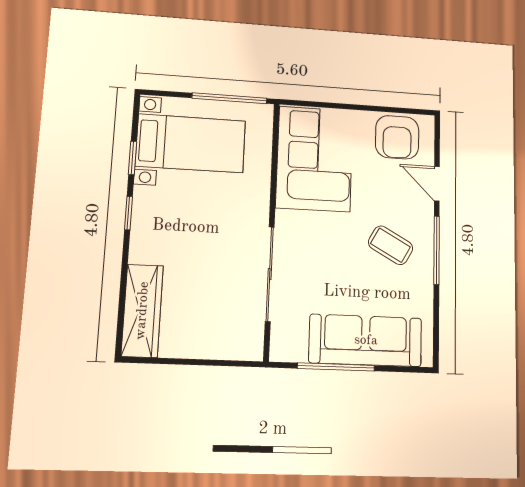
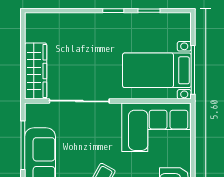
bed with nightstands: (191, 143) -> (157, 70), moved, turned 90
wardrobe: (142, 311) -> (36, 71), moved, turned -90

